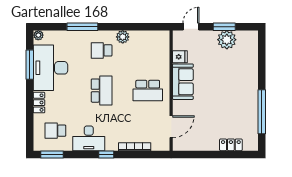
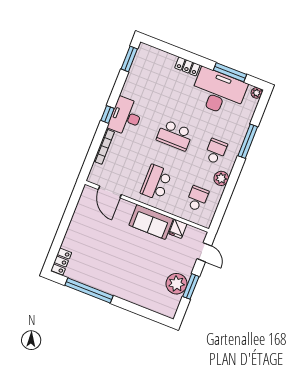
school desk: (55, 131) -> (197, 199), moved
desk: (89, 138) -> (126, 116), moved
locker: (231, 145) -> (61, 261), moved

